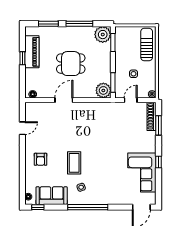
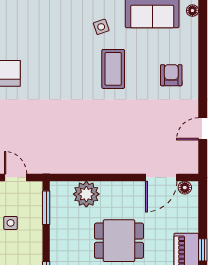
plant: (103, 90) -> (86, 194), moved
door: (64, 100) -> (161, 178), moved
door: (131, 100) -> (16, 178), swing flipped

